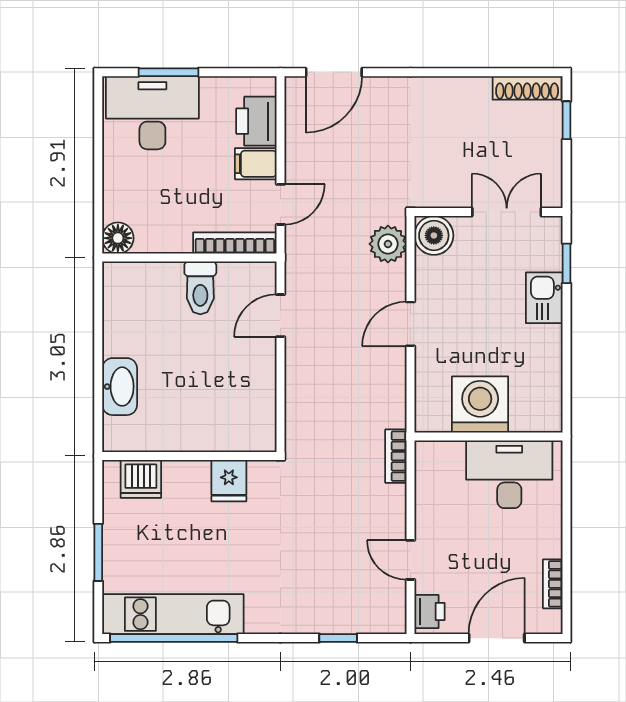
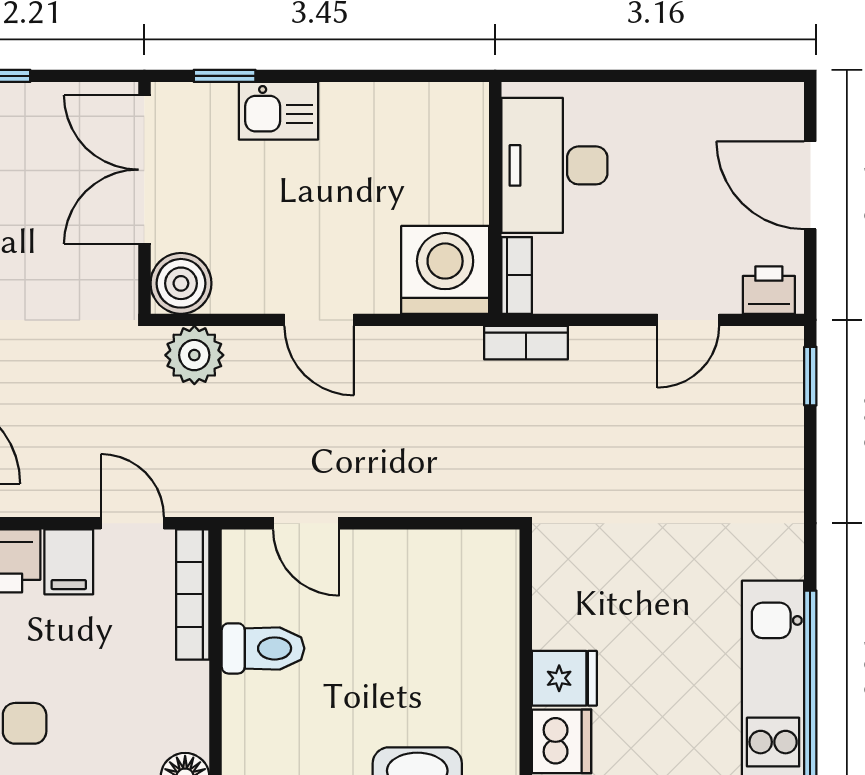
double door: (507, 212) -> (144, 170), width x1.37
washing machine: (480, 404) -> (445, 270), moved, turned 90
fridge: (229, 481) -> (564, 678), moved
bookcase: (553, 584) -> (517, 275), moved, turned -90
window: (338, 638) -> (810, 376), moved

